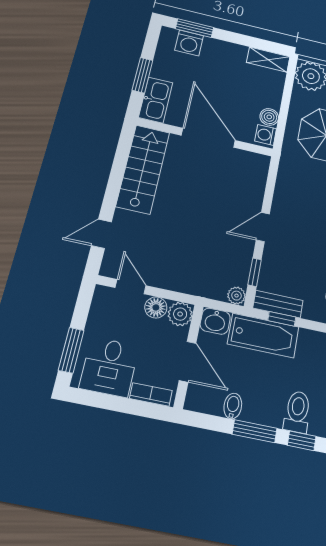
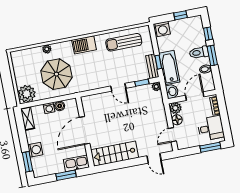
washing machine: (189, 43) -> (35, 150), moved
washing machine: (266, 135) -> (49, 108), moved
toilet: (297, 412) -> (199, 52), moved

